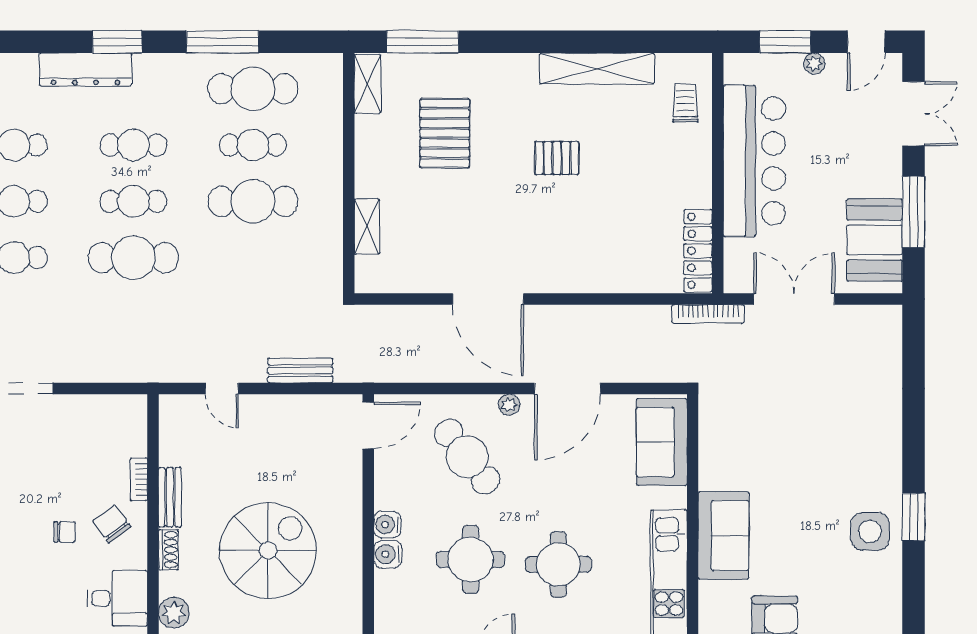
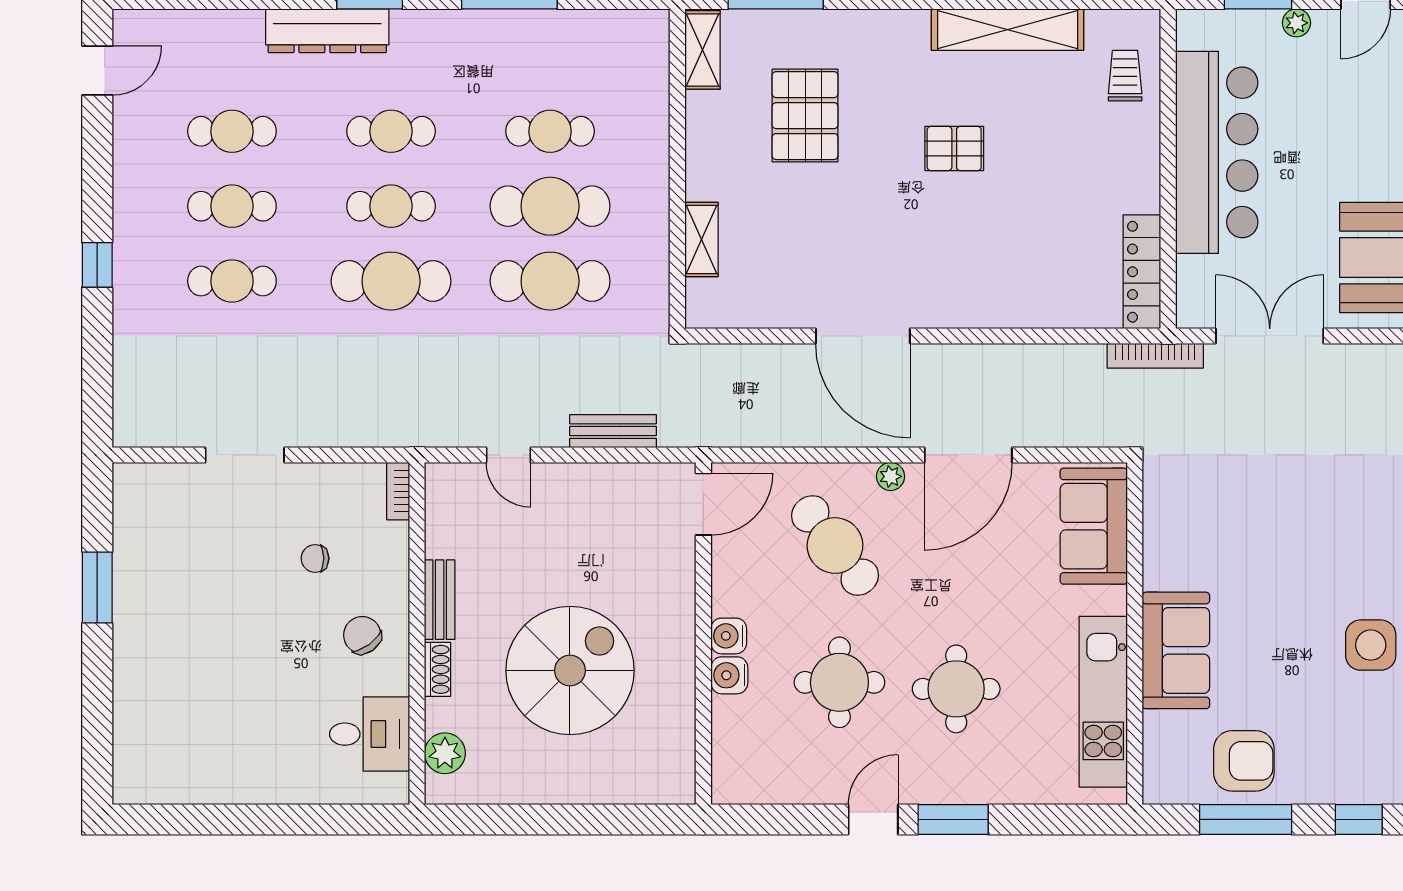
cafe table: (253, 89) -> (550, 281), moved
bookcase: (139, 479) -> (398, 491), moved
chair: (65, 532) -> (315, 558), moved, turned 180

